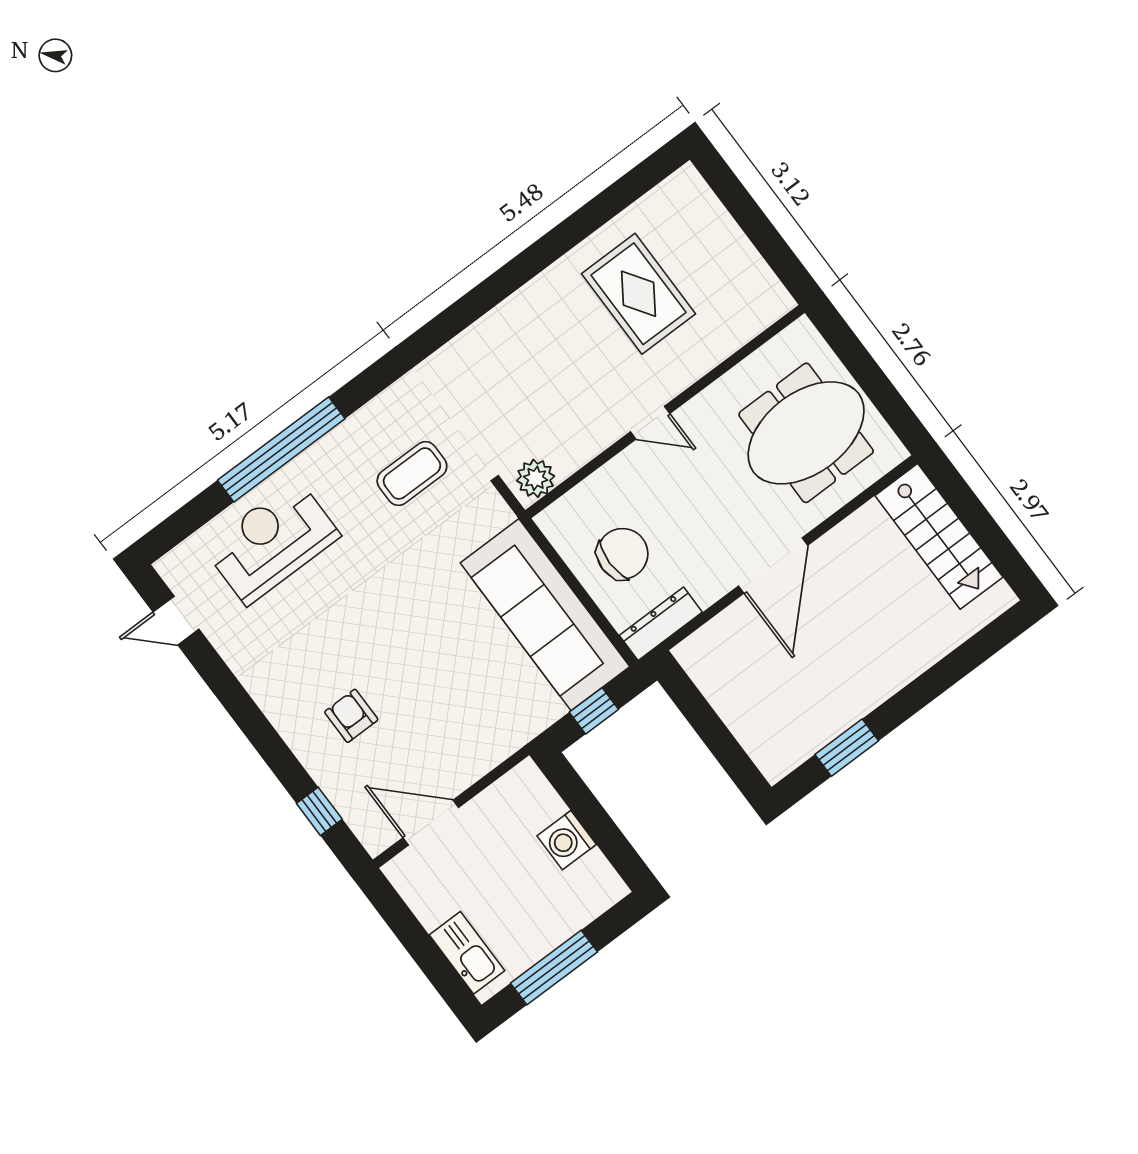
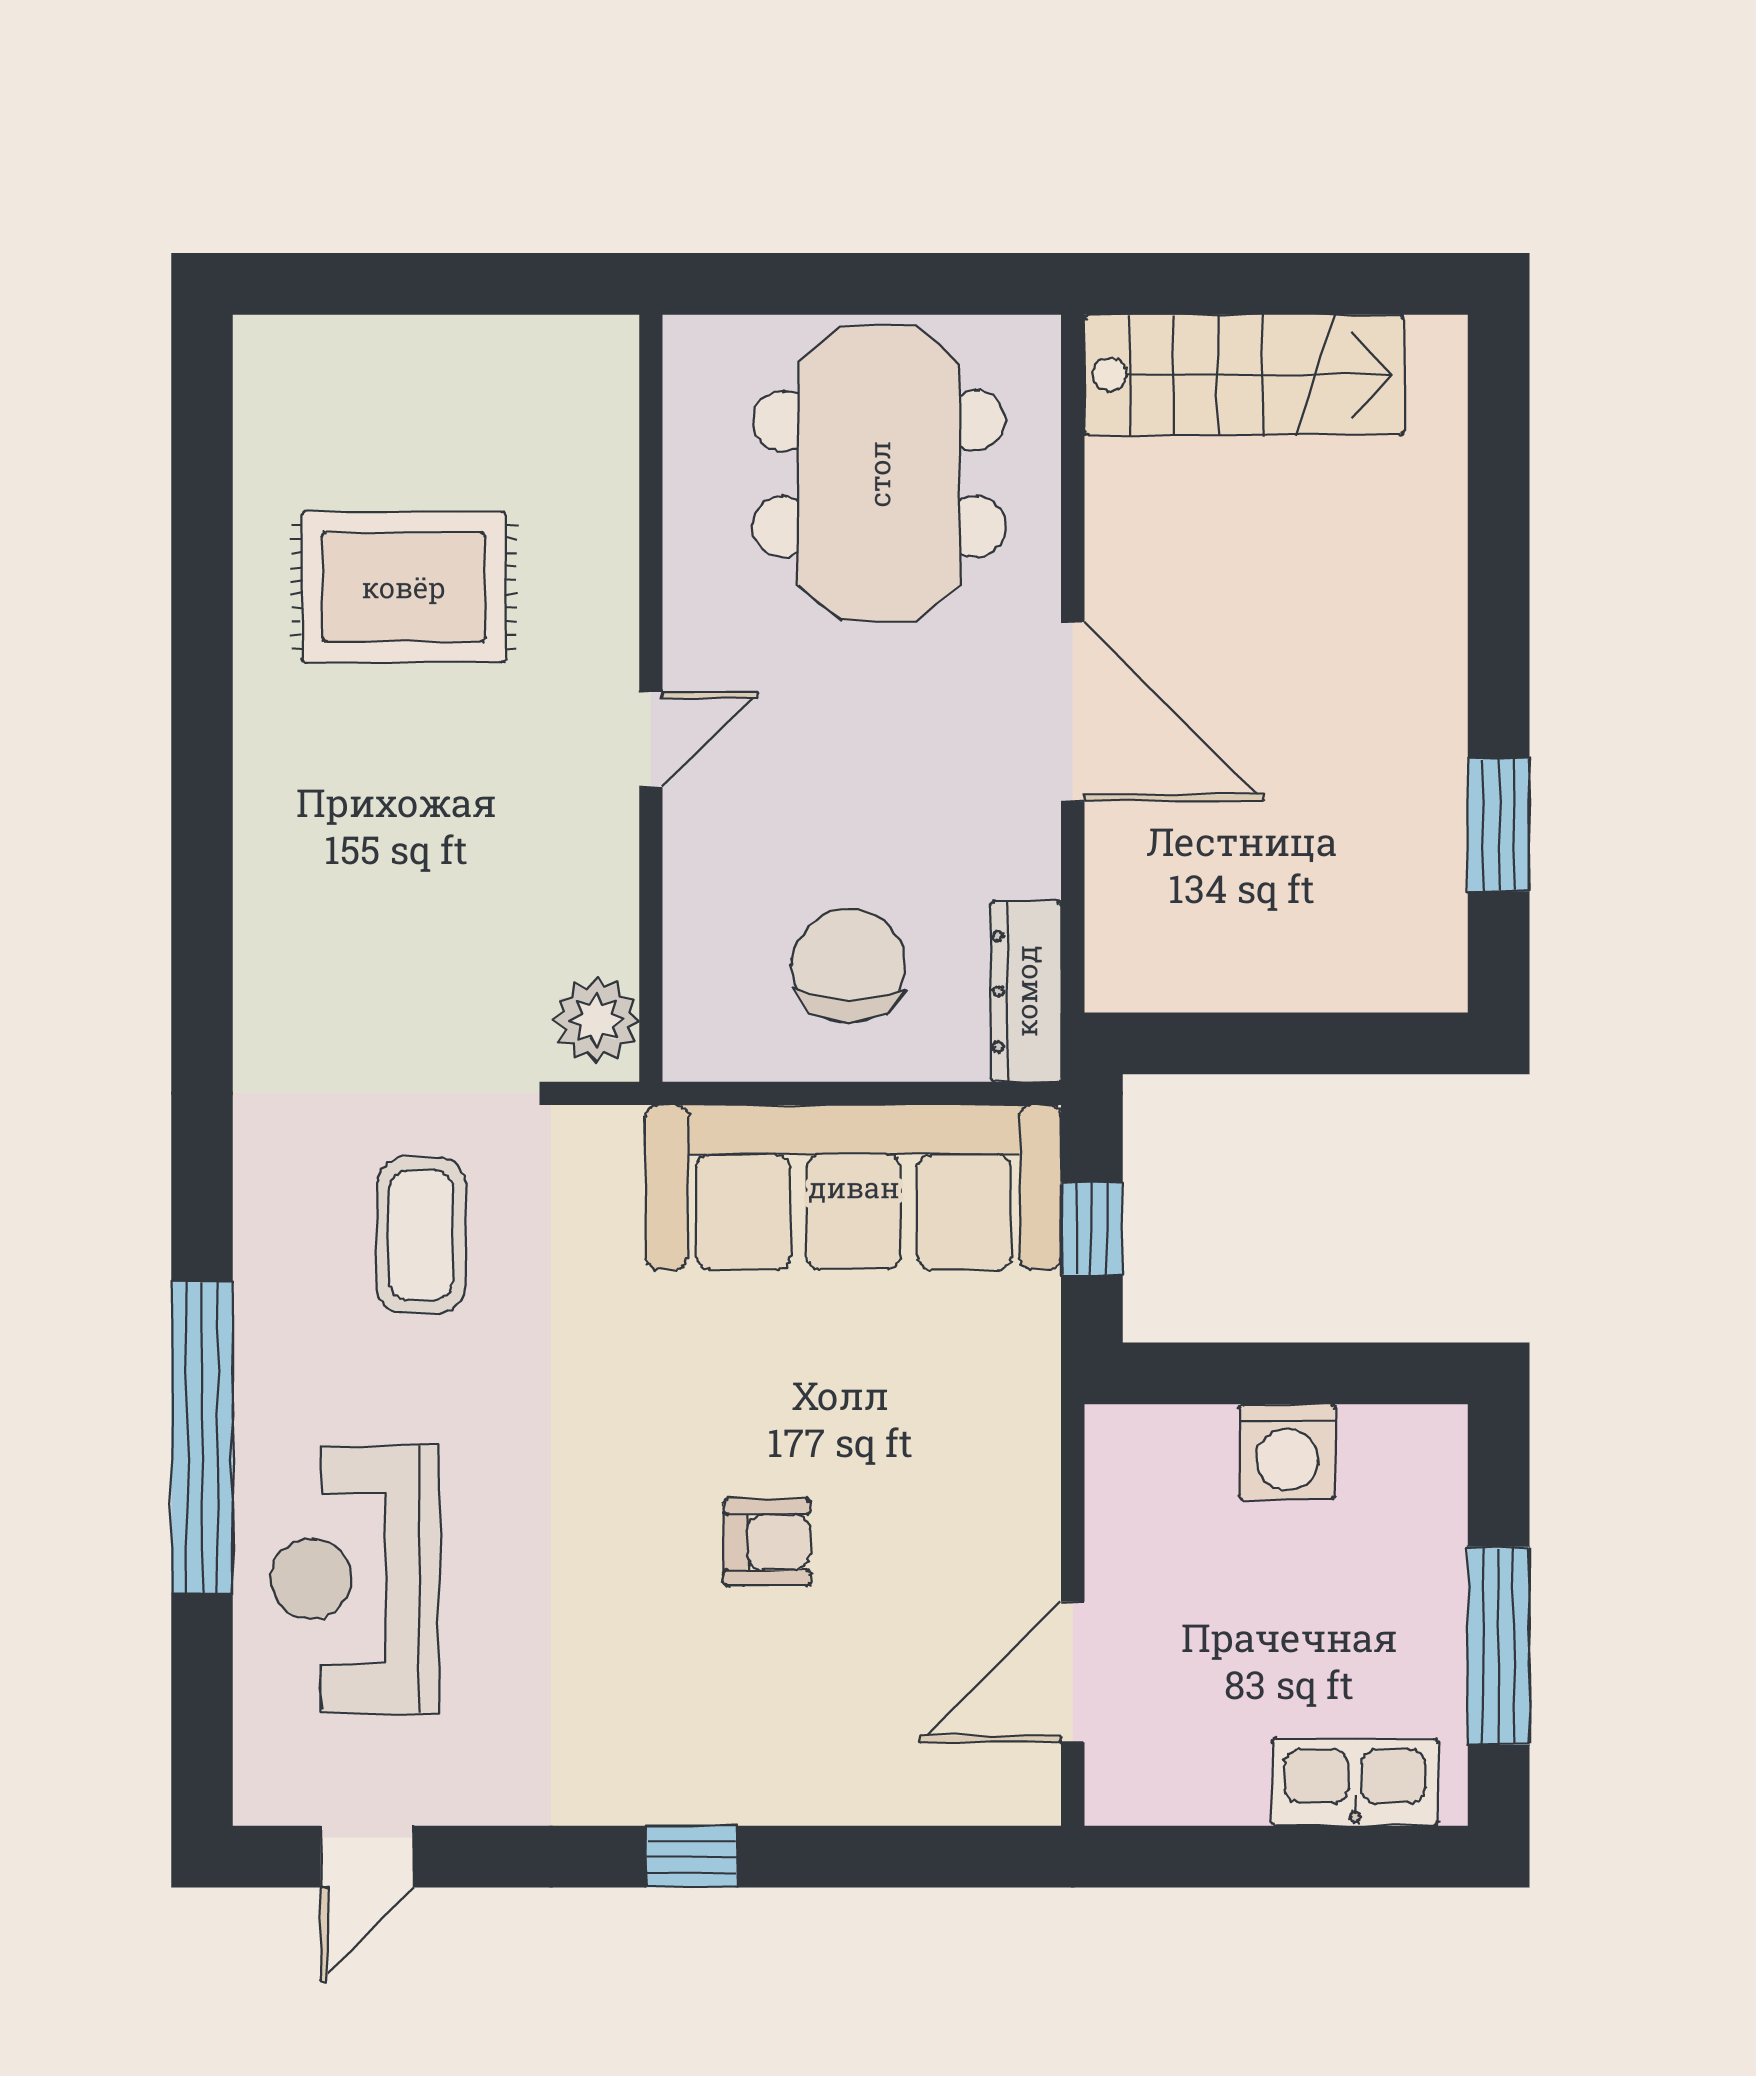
armchair: (351, 716) -> (767, 1542), moved, turned 180
window: (319, 811) -> (692, 1857), moved

